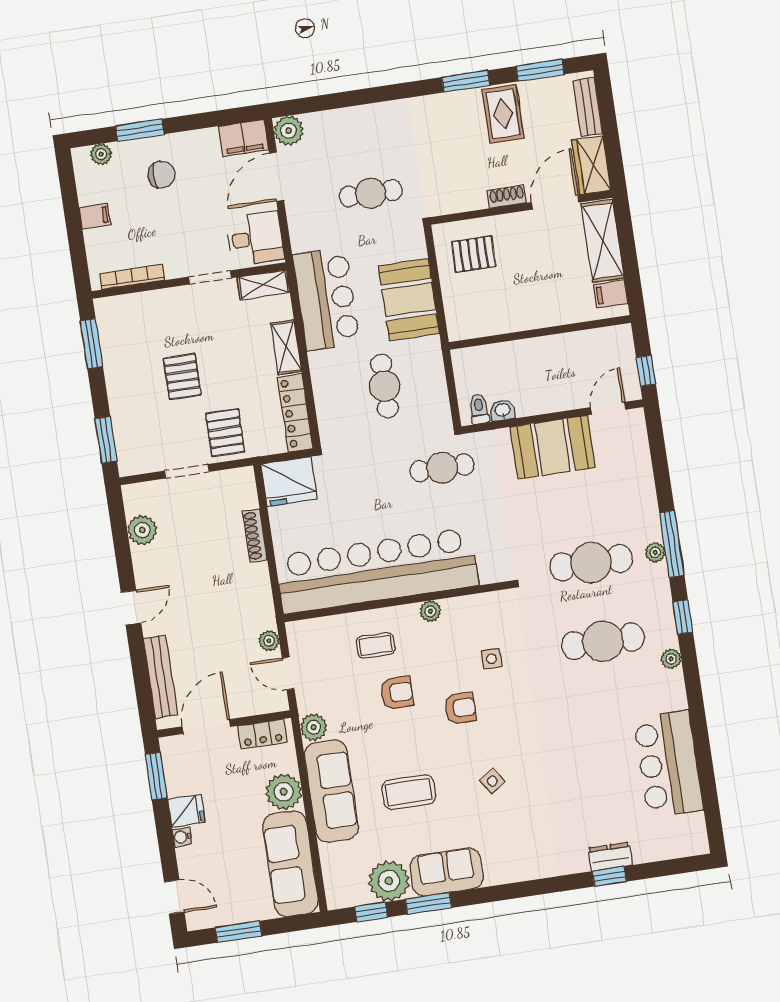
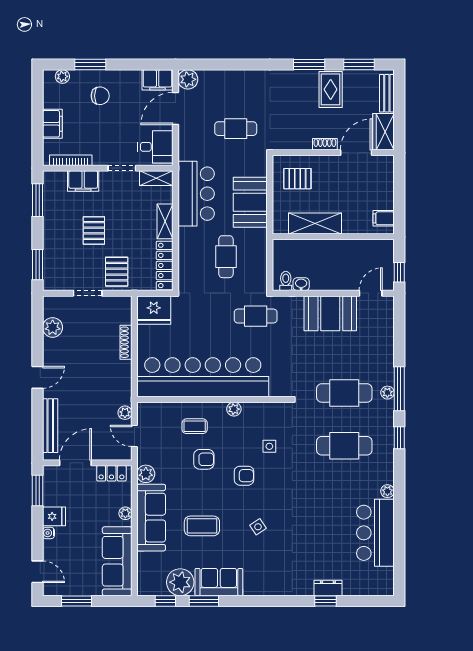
filing cabinet: (95, 216) -> (52, 124), width x2.00
shelving: (603, 241) -> (315, 224), moved, turned 90
filing cabinet: (155, 305) -> (83, 181), added
plant: (671, 659) -> (387, 491), moved
plant: (284, 792) -> (125, 513), width x0.53, depth x0.53

